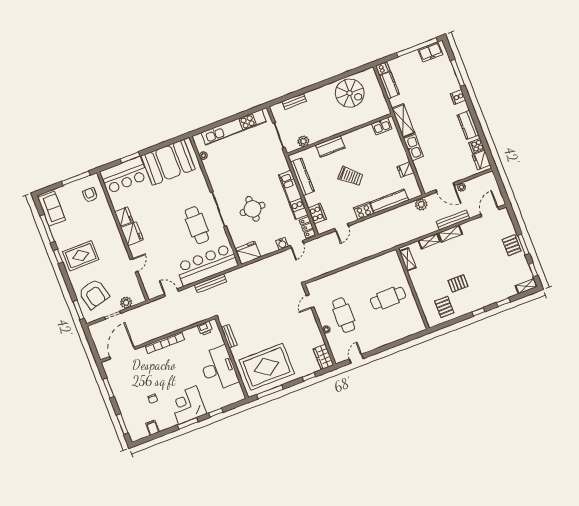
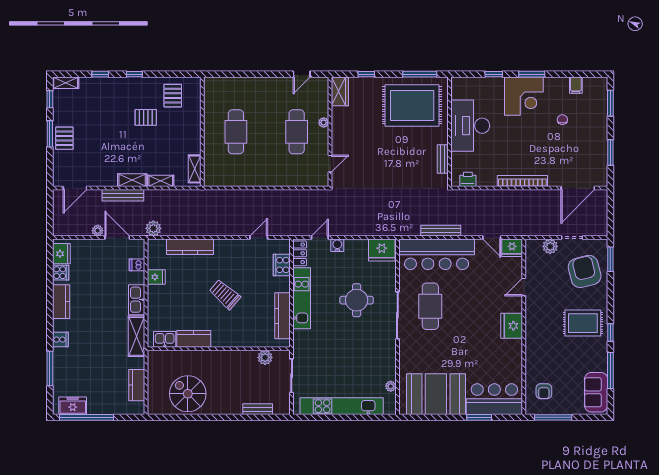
dishwasher: (383, 69) -> (137, 265), moved
kitchen counter: (330, 146) -> (194, 339), moved
cooker: (363, 211) -> (225, 247), removed
fridge: (124, 217) -> (512, 248), moved, turned -90
cafe table: (388, 298) -> (236, 132), turned 90

